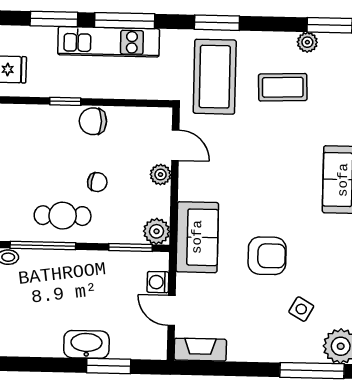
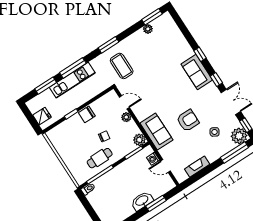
coffee table: (215, 77) -> (122, 66), width x0.73, depth x0.76
coffee table: (283, 87) -> (150, 52), removed
fireplace: (200, 350) -> (197, 167), moved

